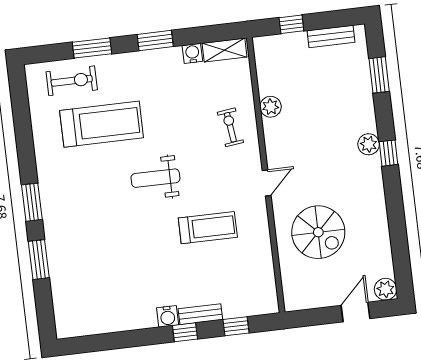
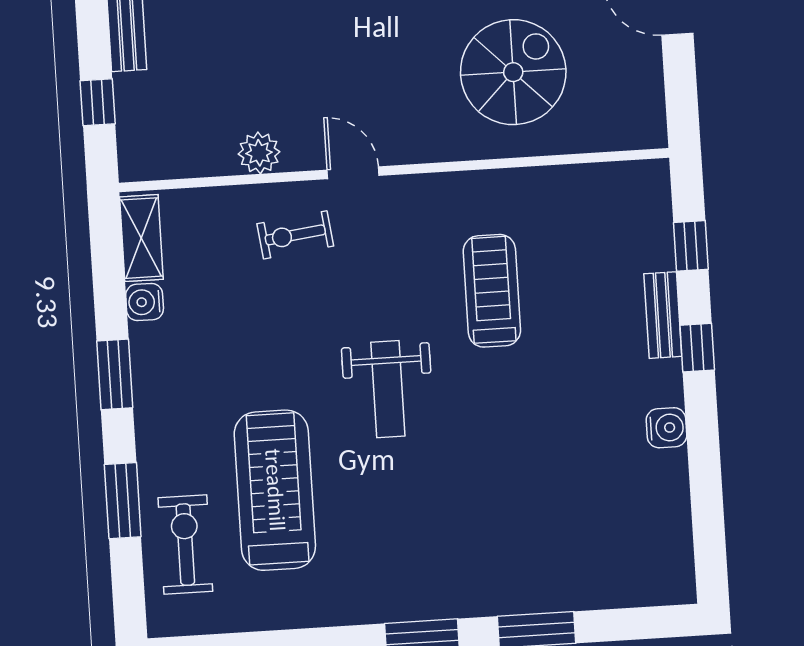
door: (267, 183) -> (353, 173), moved
water cooler: (168, 316) -> (666, 428), moved

